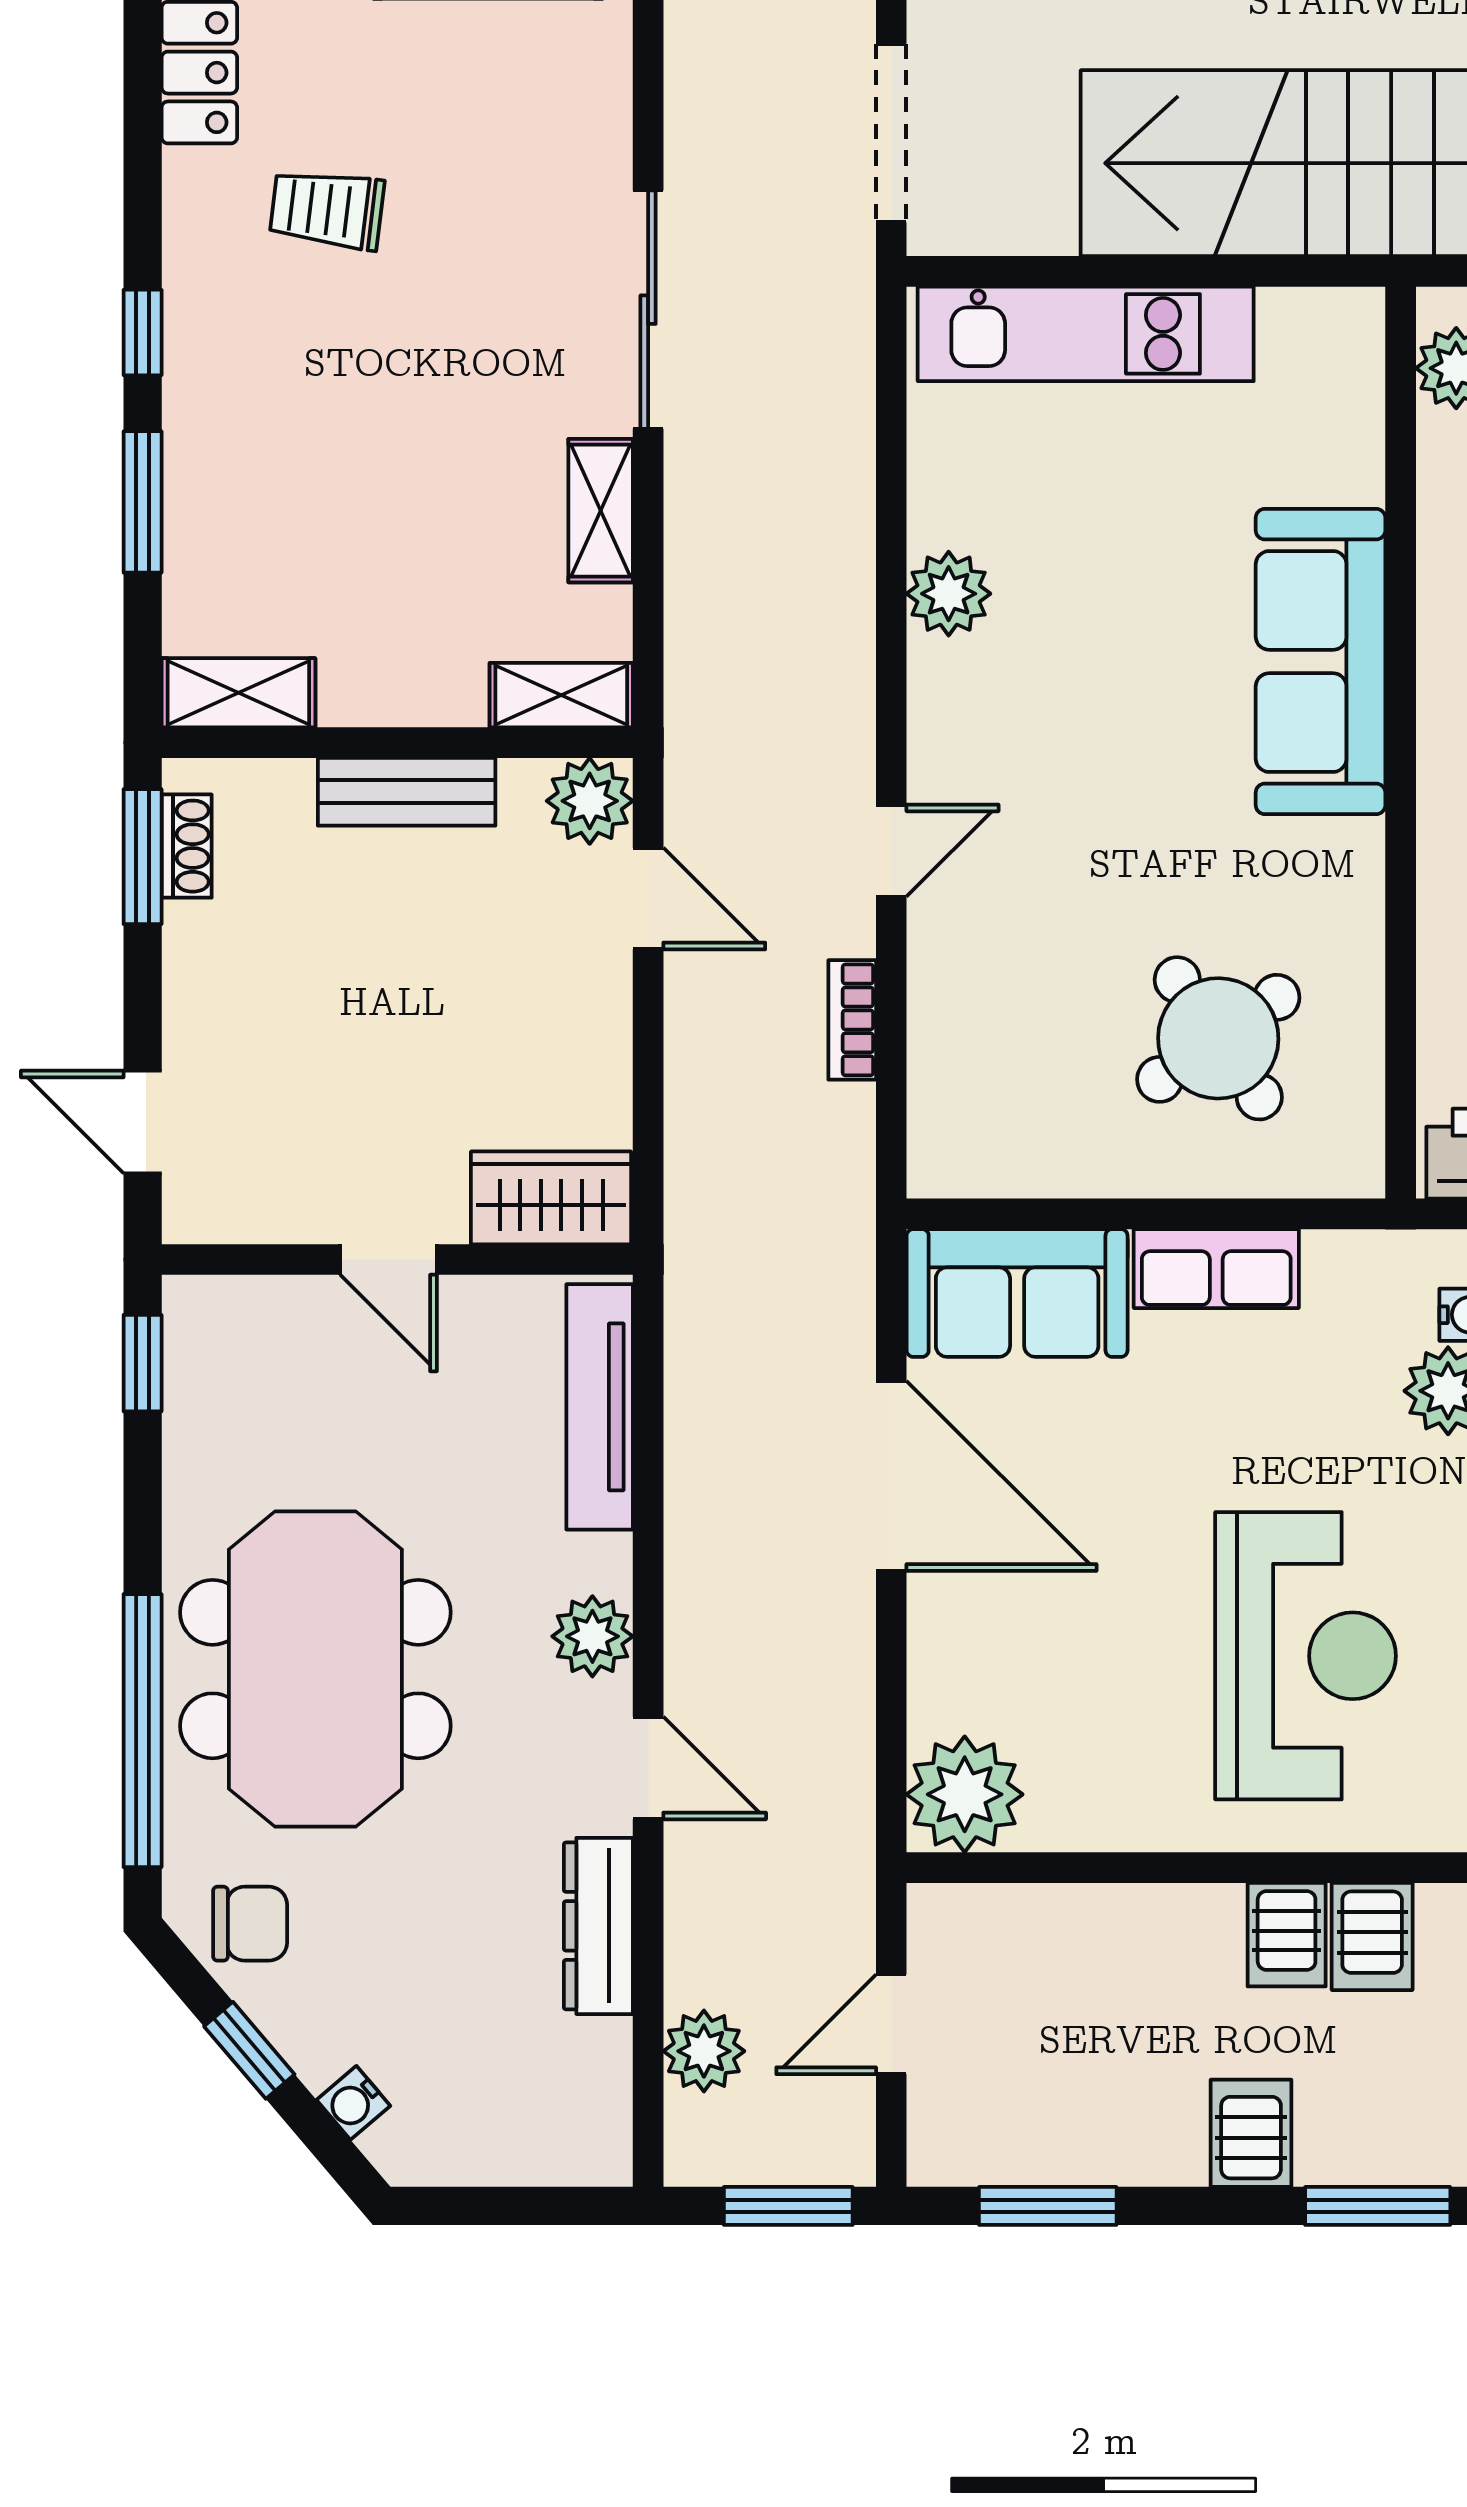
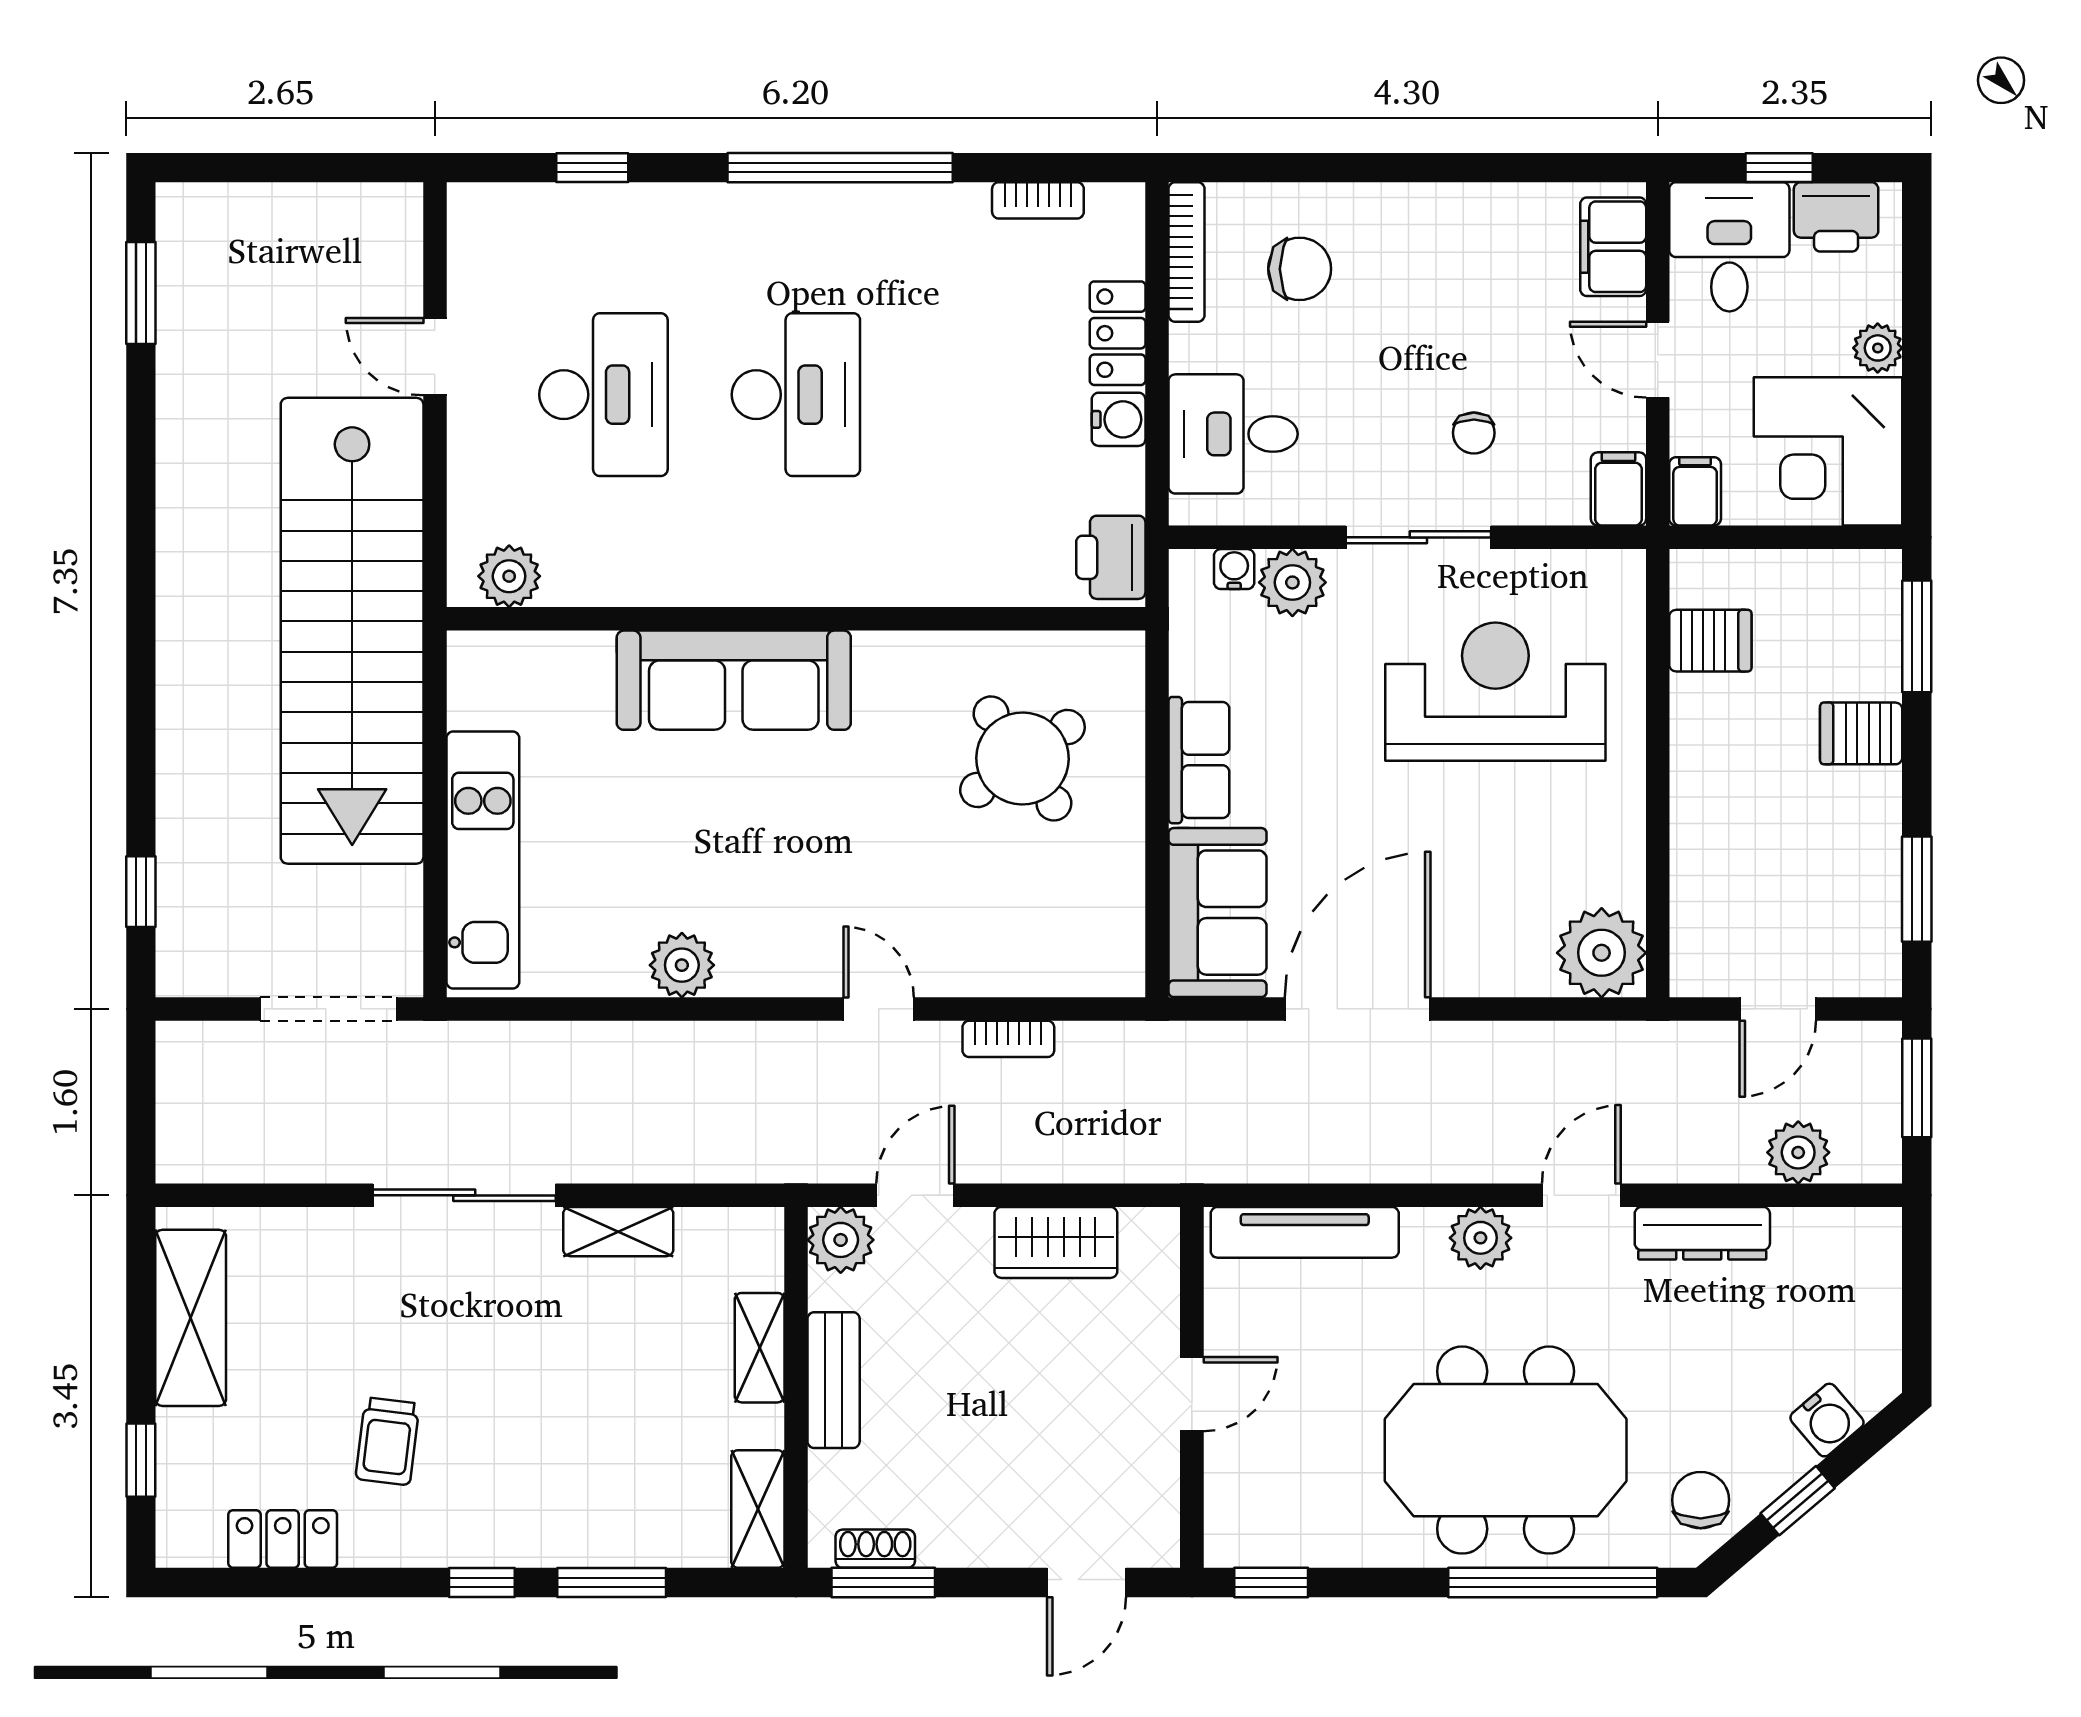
shelving: (561, 695) -> (760, 1348), moved
wardrobe: (551, 1198) -> (1056, 1242), moved, turned -90
server rack: (1287, 1935) -> (1709, 706), removed
door: (891, 2024) -> (1778, 1009), hinge flipped
water cooler: (353, 2103) -> (1827, 1420), width x1.38, depth x1.38

